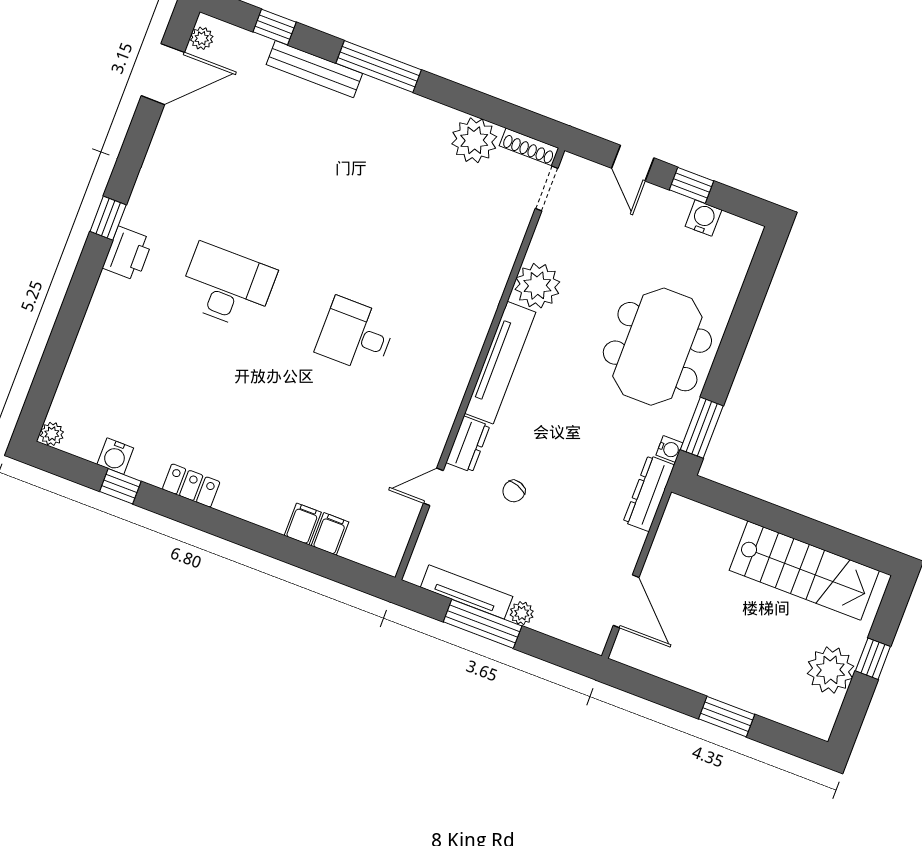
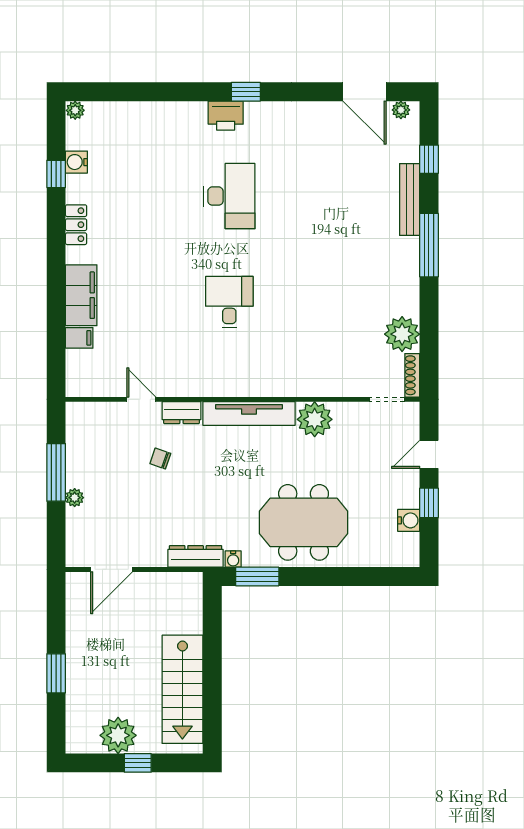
filing cabinet: (303, 524) -> (81, 295), width x3.00, depth x1.17
tv unit: (467, 592) -> (75, 452), removed

